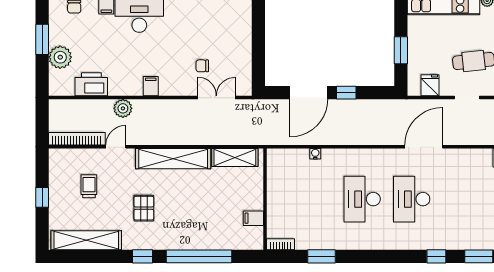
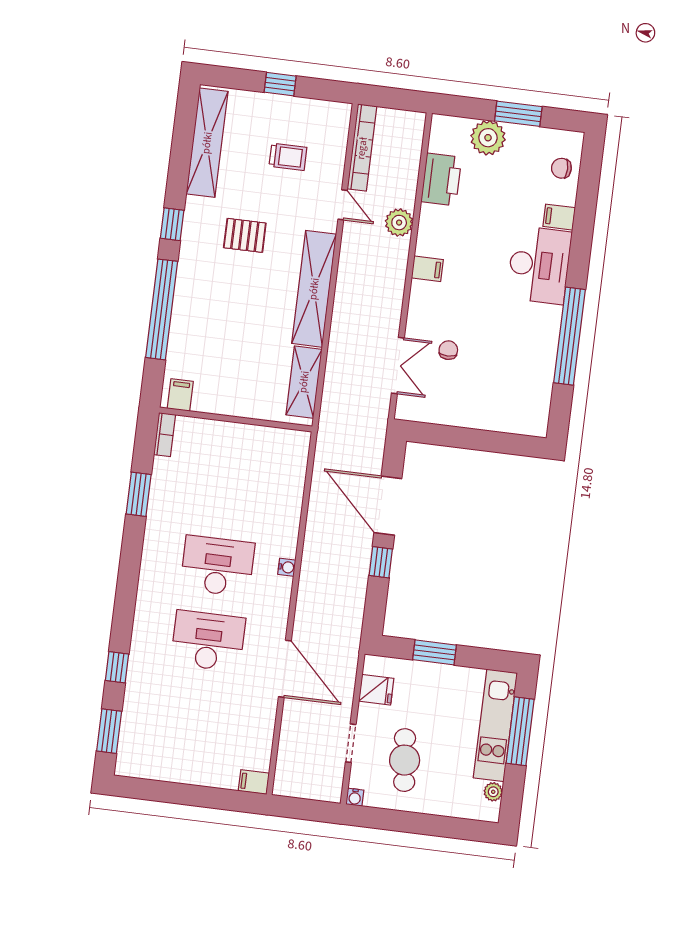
water cooler: (315, 154) -> (287, 567), moved
filing cabinet: (253, 218) -> (180, 395), moved

